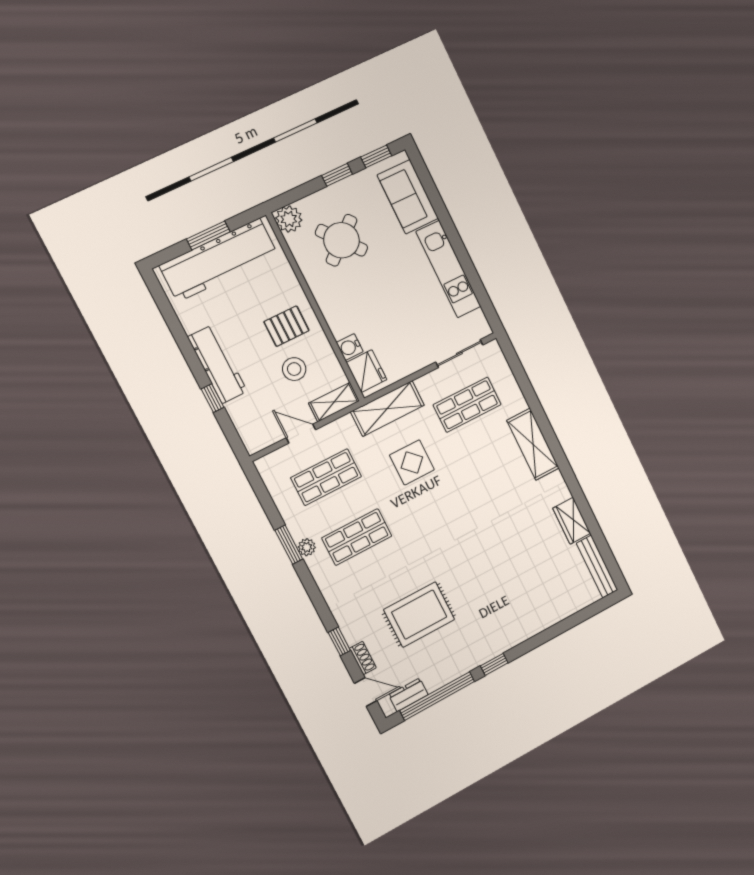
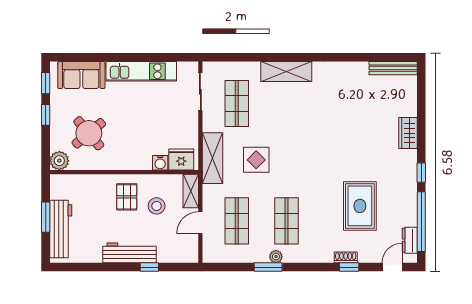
workbench: (219, 260) -> (61, 229), width x0.73, depth x0.76
wardrobe: (572, 521) -> (408, 133), moved, turned 90
shoe rack: (363, 658) -> (346, 257), moved

